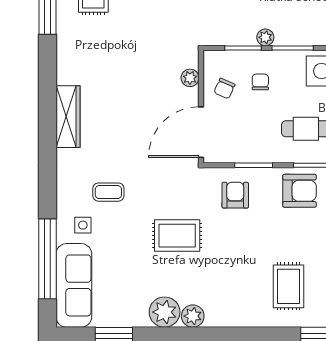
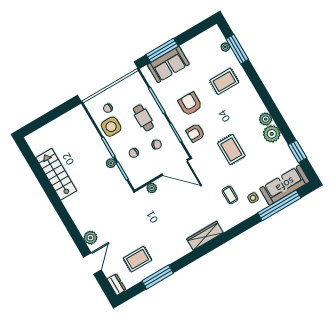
chair: (224, 89) -> (157, 145), moved
armchair: (299, 191) -> (190, 104), moved

